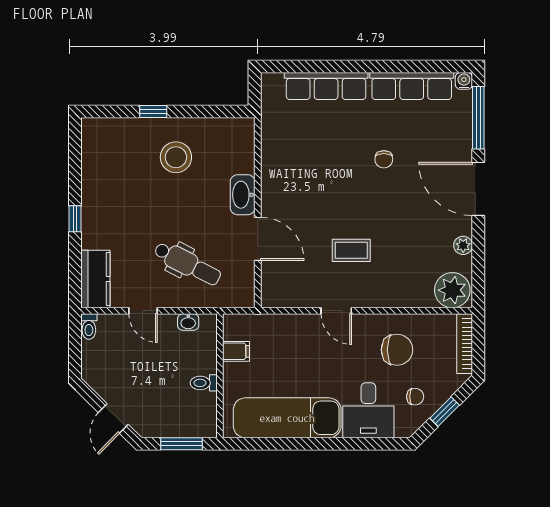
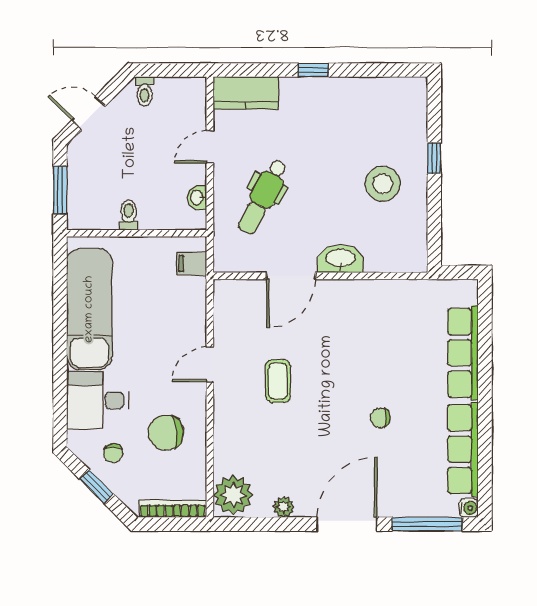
toilet: (89, 326) -> (145, 91), moved, turned -90
chair: (397, 350) -> (166, 433), turned 85
filing cabinet: (236, 351) -> (192, 264), moved, turned 90

